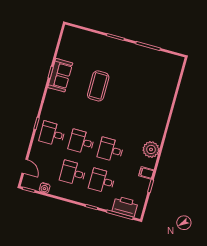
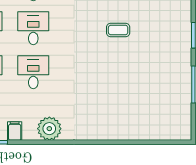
coffee table: (98, 86) -> (118, 30), width x0.54, depth x0.58

